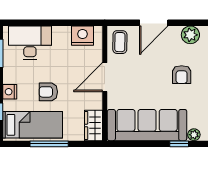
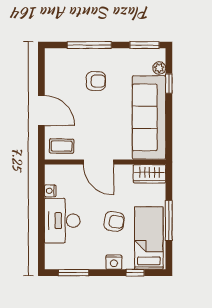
plant: (190, 35) -> (54, 72), removed
nightstand: (83, 36) -> (50, 191), width x0.53, depth x0.56
desk: (30, 43) -> (62, 221), moved
armchair: (48, 92) -> (114, 221), turned -82

